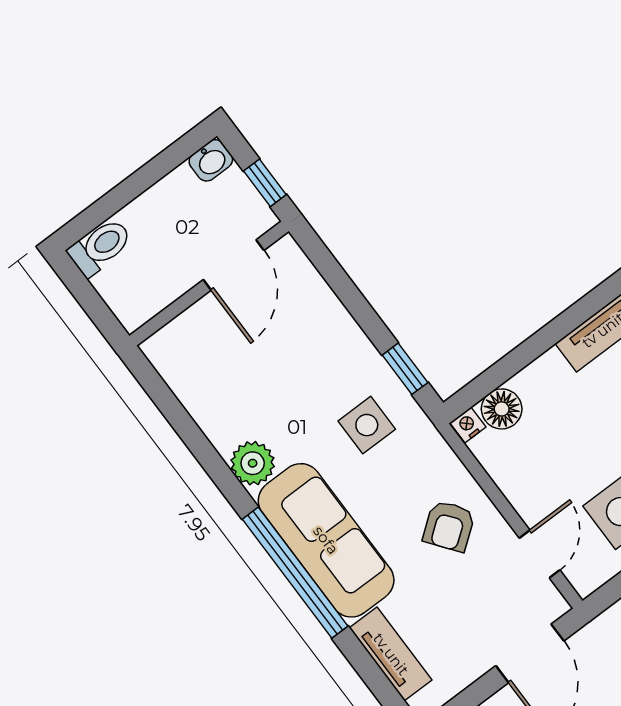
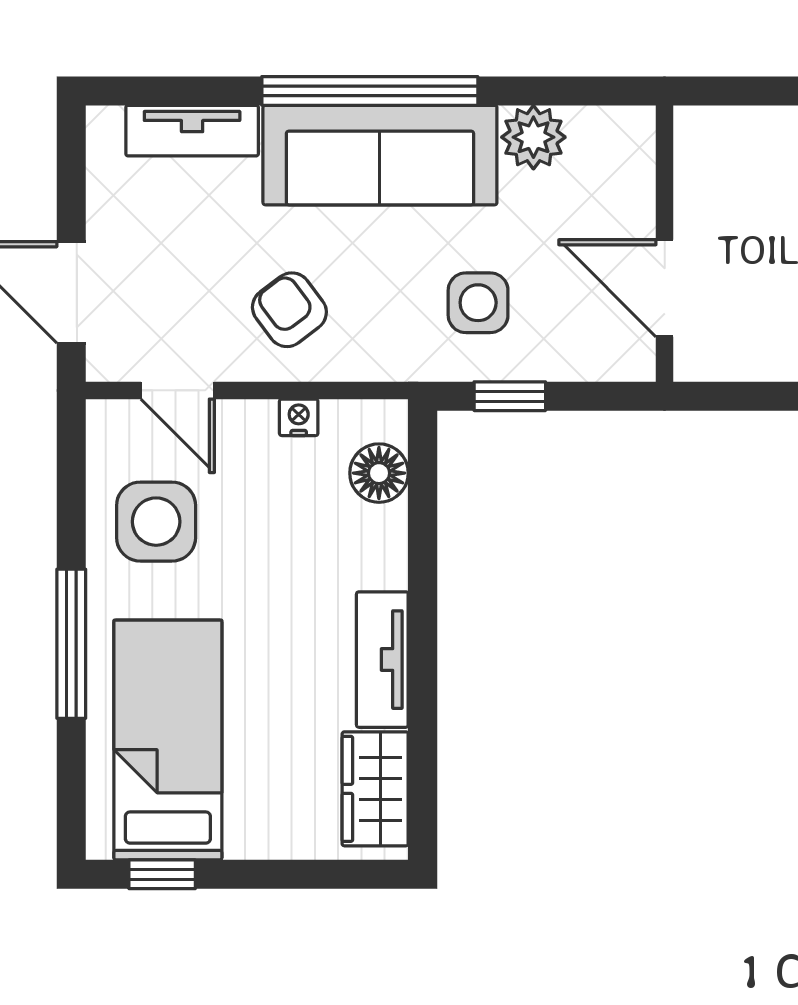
door: (234, 265) -> (665, 288), moved
wall: (209, 283) -> (665, 244), moved
nightstand: (468, 425) -> (299, 417), moved, turned -90

